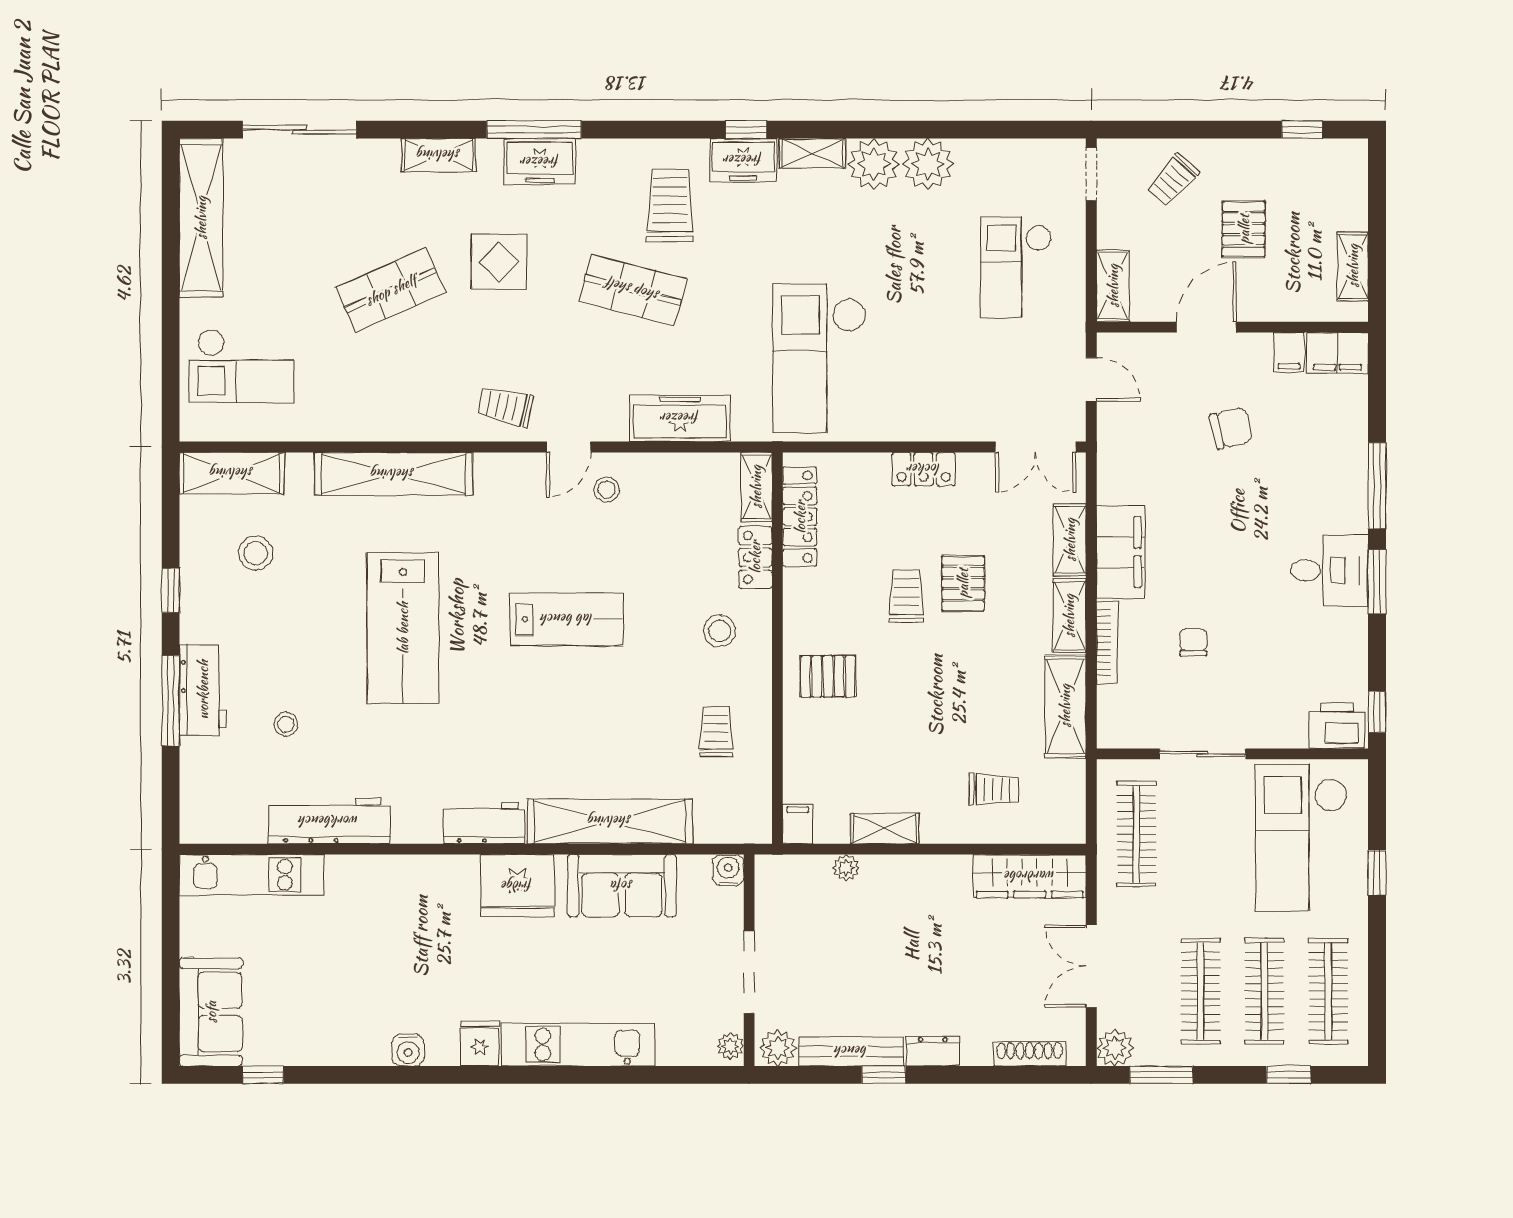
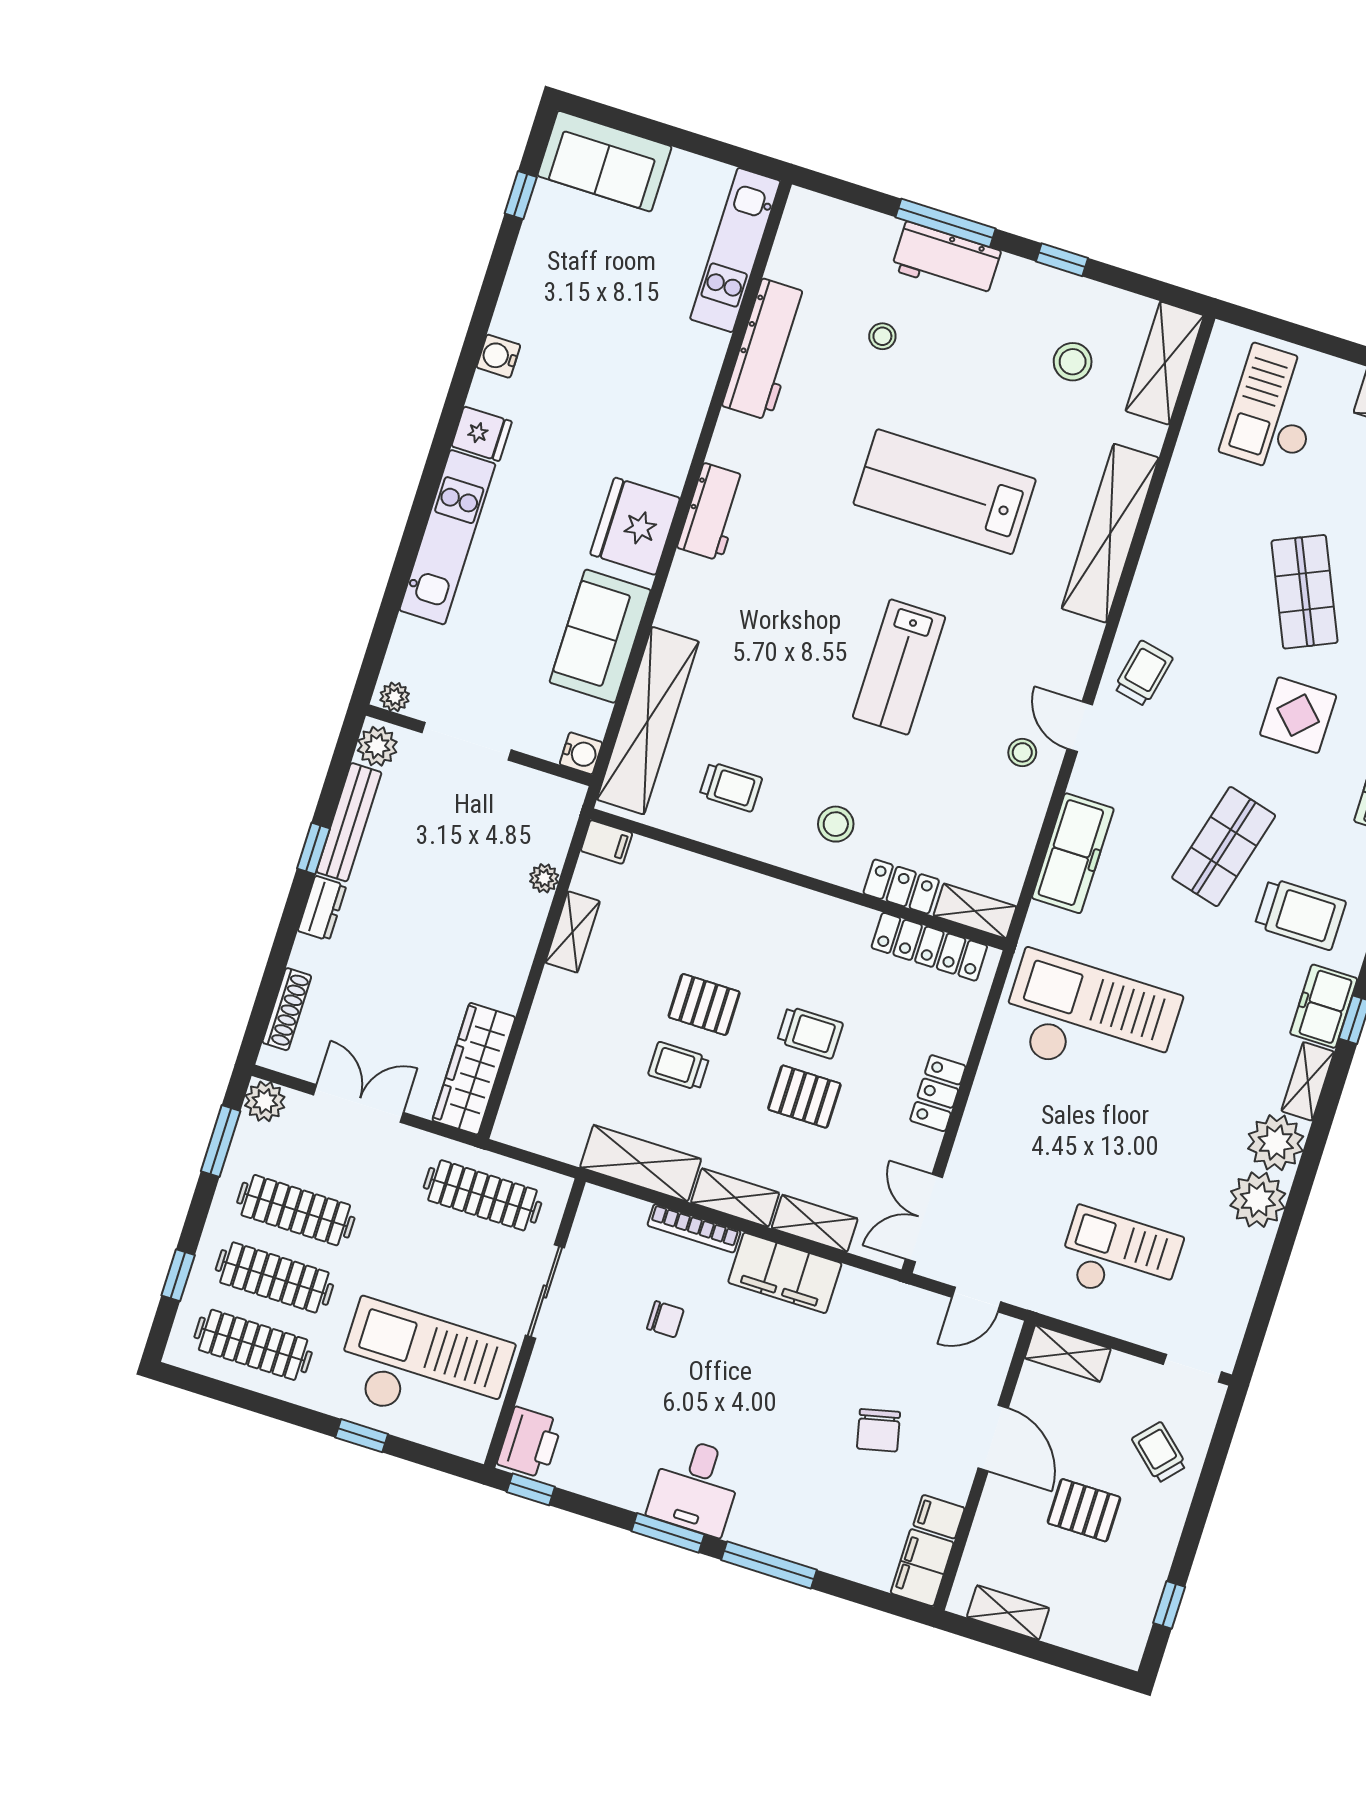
pallet: (828, 676) -> (704, 1004), moved, turned 90
trolley: (994, 789) -> (679, 1066), moved, turned 89
shelving: (610, 821) -> (648, 721), moved

